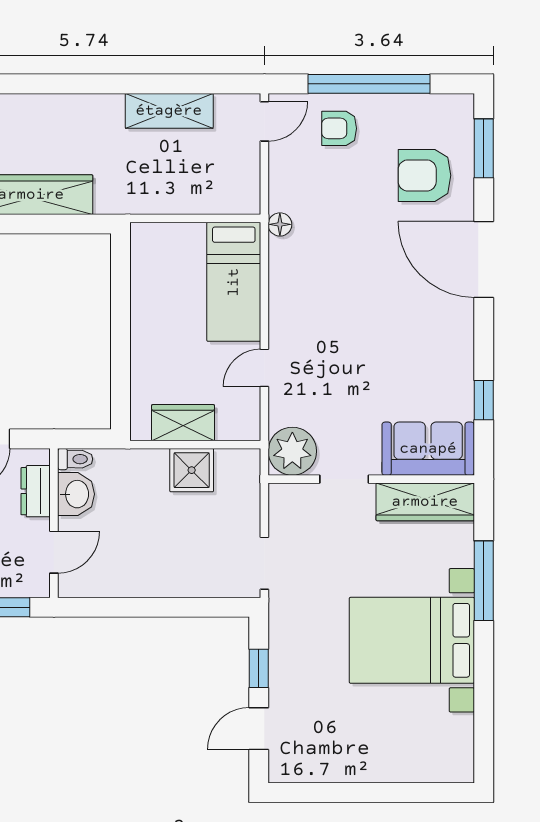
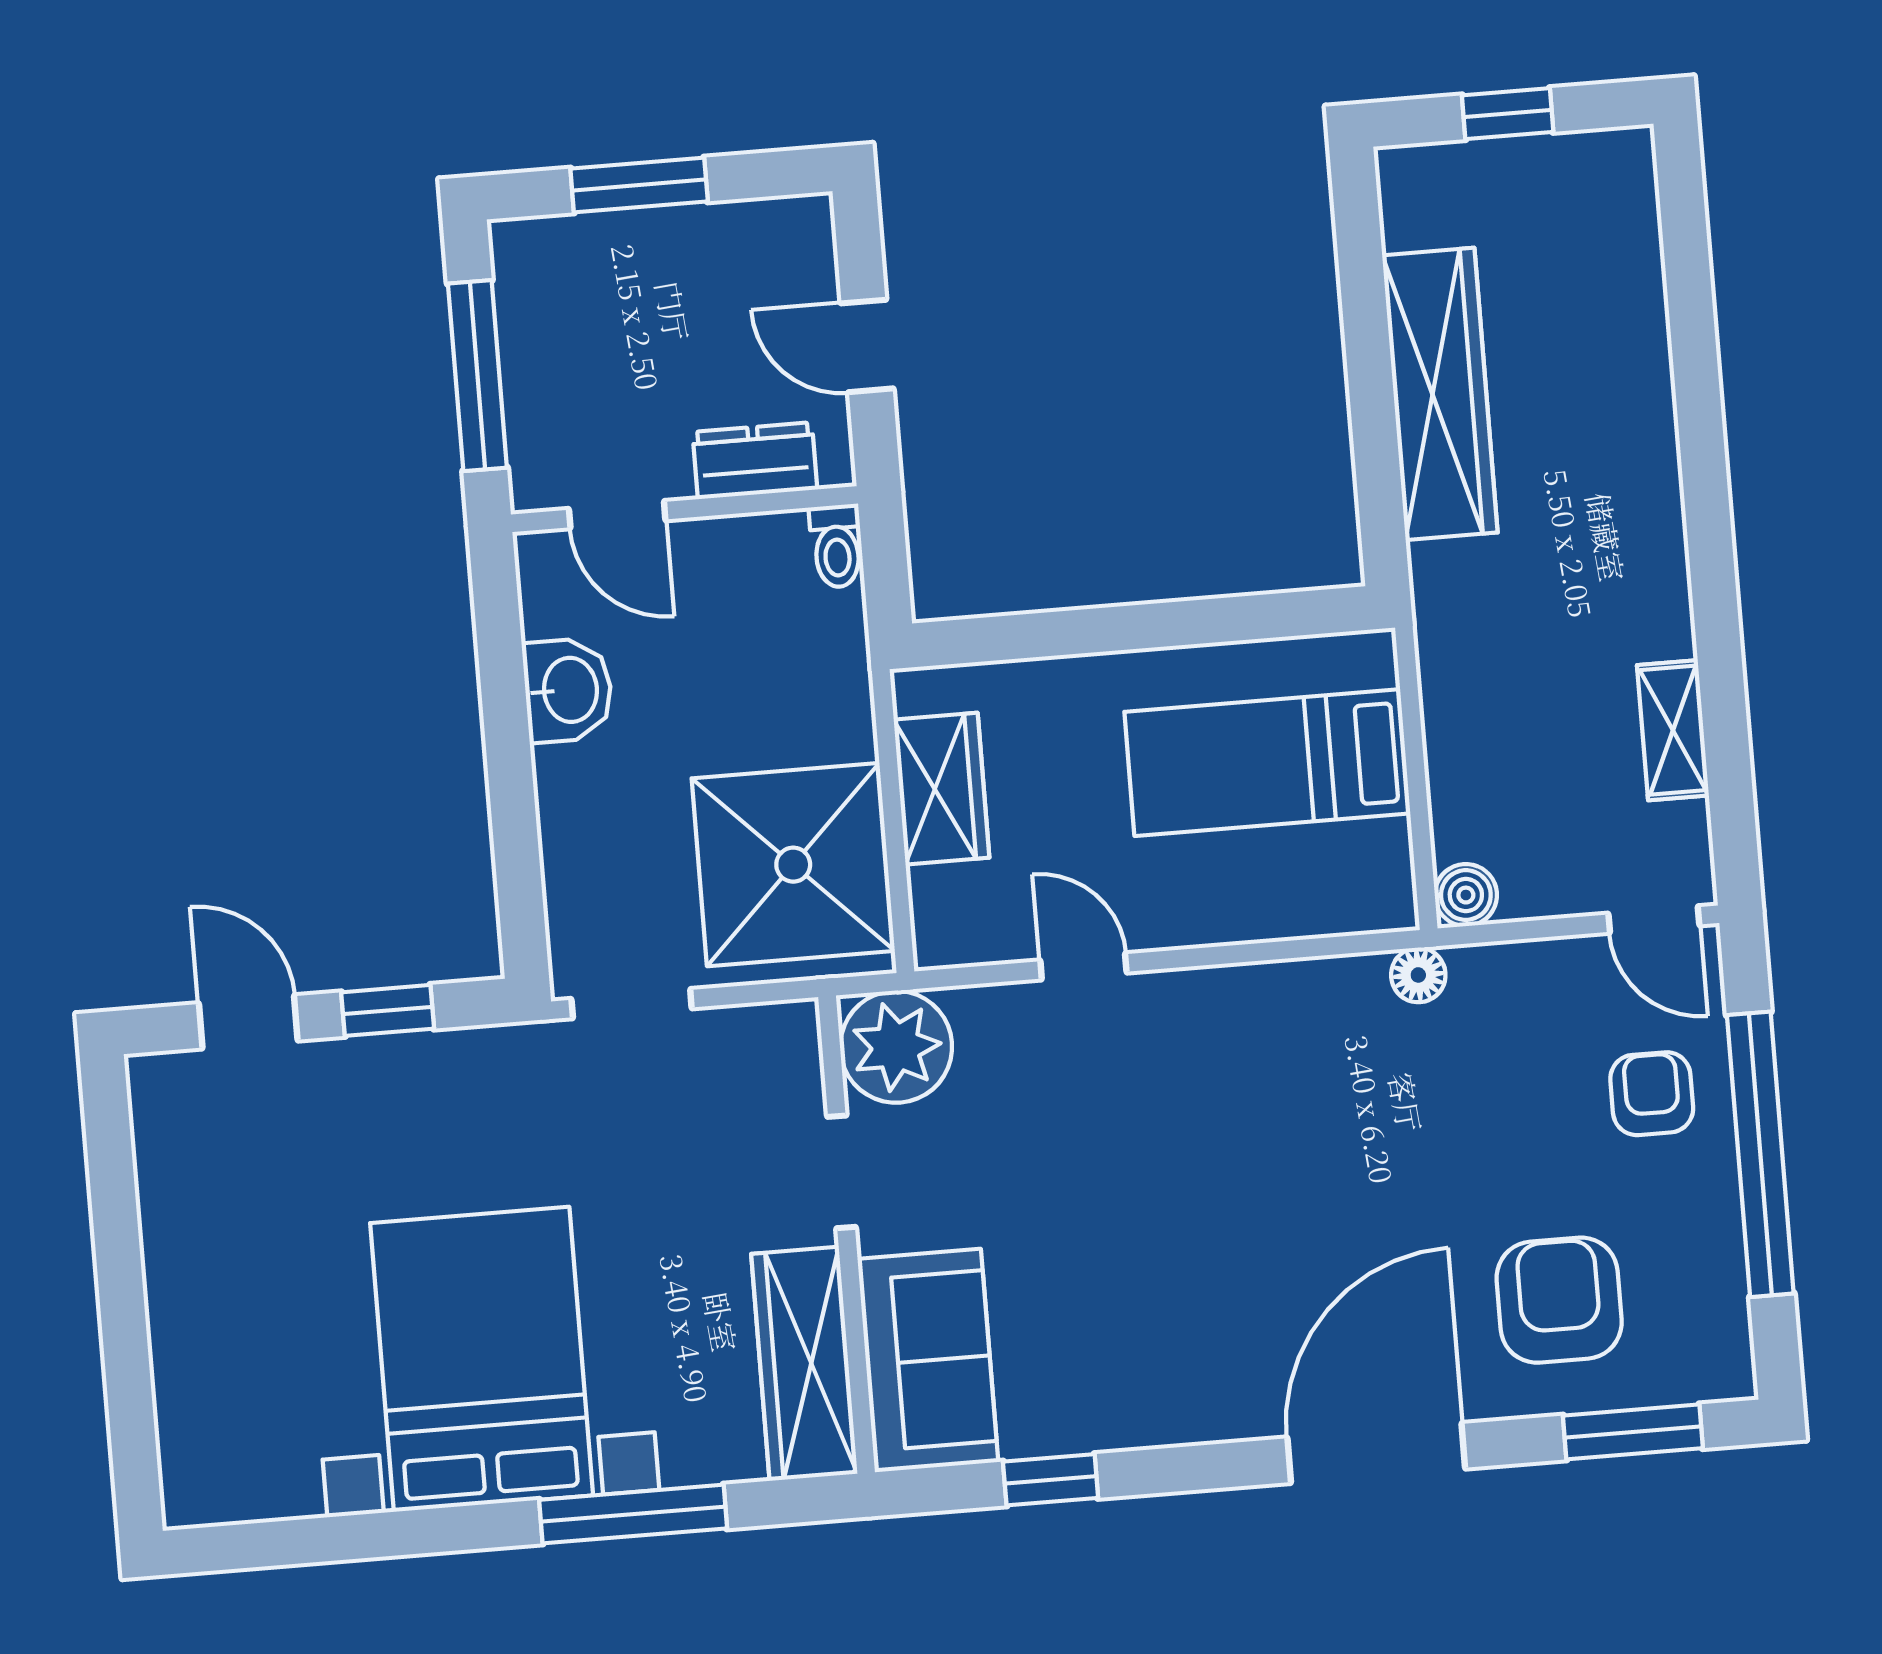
shelving: (169, 111) -> (1673, 730), width x0.67, depth x0.75
boiler: (247, 201) -> (1466, 895), added
bed: (234, 282) -> (1267, 763), moved
shower: (192, 470) -> (793, 865), width x1.86, depth x1.86
washbasin: (76, 494) -> (568, 690), moved, turned -90

